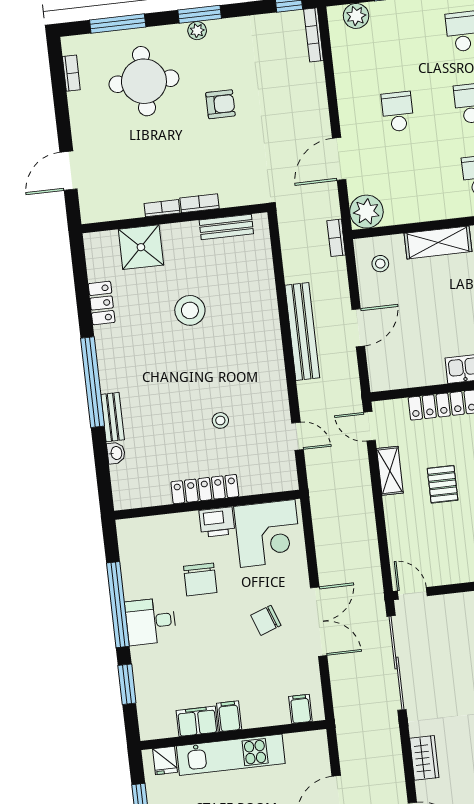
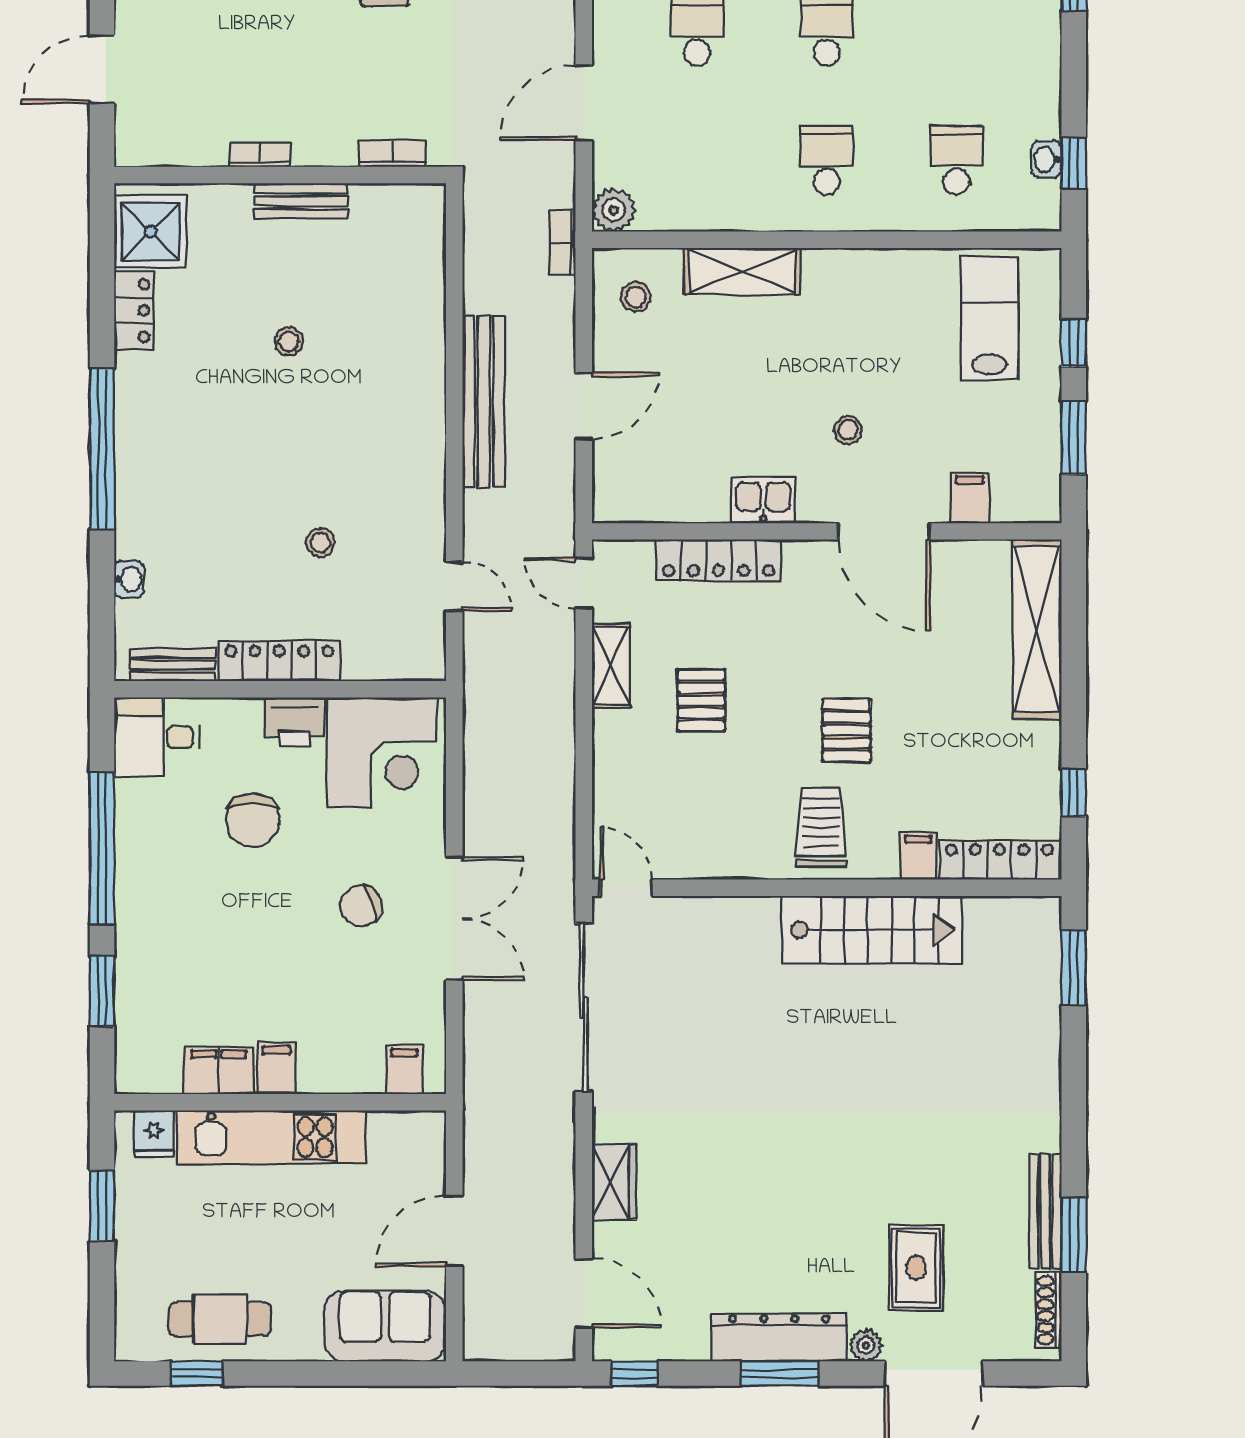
bookcase: (199, 203) -> (392, 153), moved
plant: (366, 212) -> (614, 210), width x0.73, depth x0.73
bench: (226, 227) -> (301, 201), moved
shower: (141, 247) -> (150, 232), moved
stool: (190, 310) -> (289, 341), width x0.53, depth x0.53
bench: (113, 417) -> (173, 665), moved, turned 90
desk: (151, 621) -> (157, 737), moved

